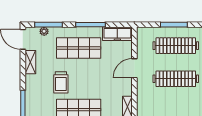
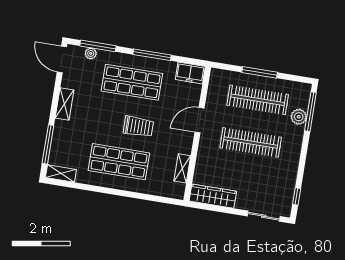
freezer: (117, 34) -> (190, 73), width x0.71
shelving: (30, 62) -> (64, 104), moved
trolley: (61, 82) -> (138, 126), moved, turned -90

